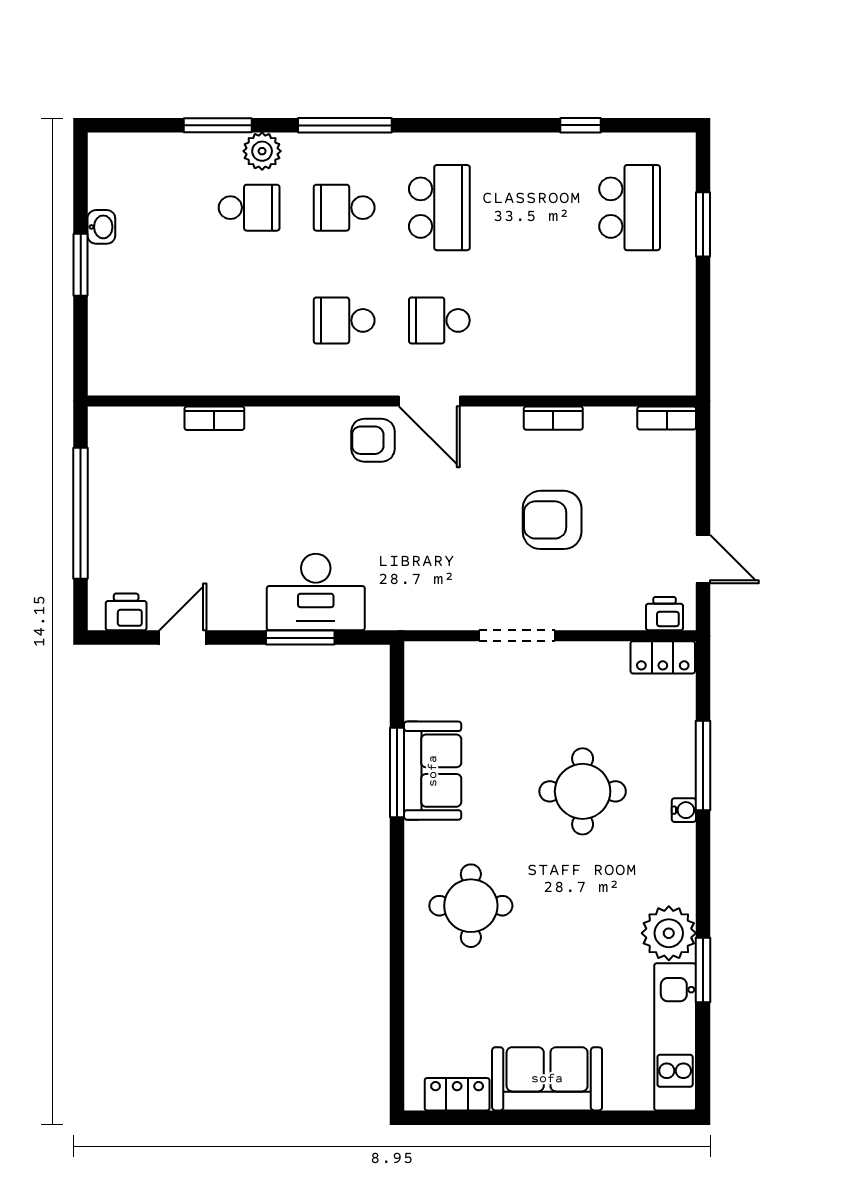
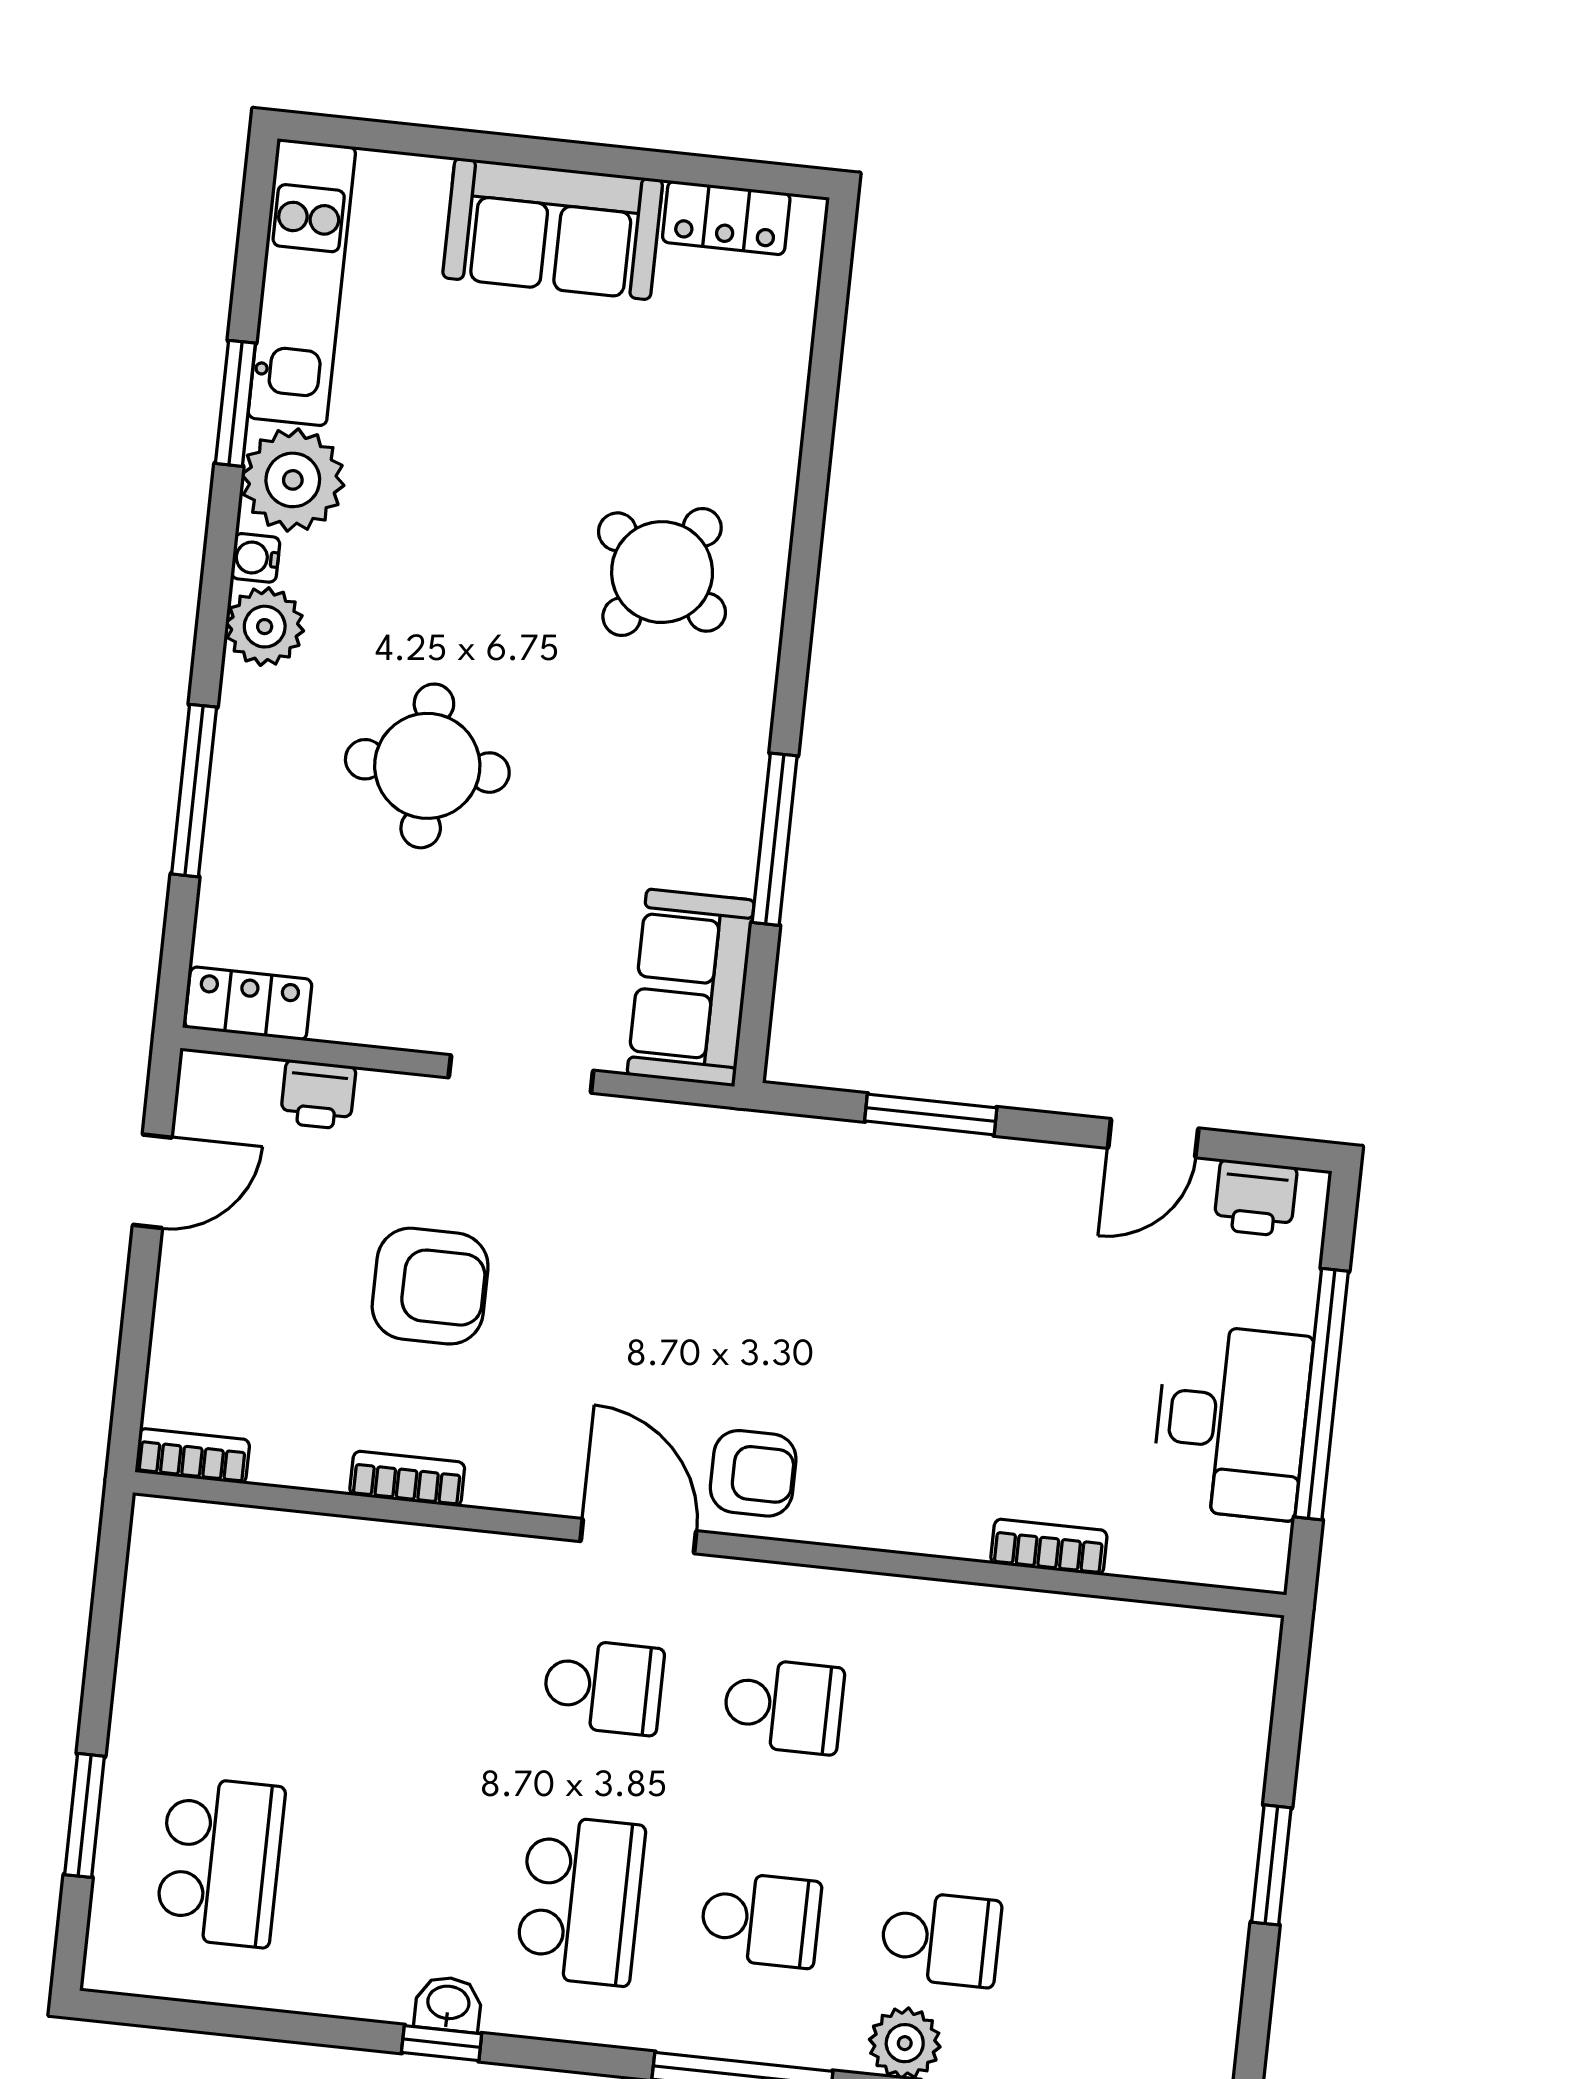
window: (580, 125) -> (442, 2043), moved
school desk: (249, 208) -> (941, 1939), turned 180
school desk: (439, 208) -> (580, 1900), turned 180
school desk: (630, 208) -> (220, 1862), turned 180
washbasin: (101, 227) -> (448, 2004), moved, turned 90
door: (703, 559) -> (152, 1181), swing flipped
desk: (316, 592) -> (1232, 1422), moved, turned 90
printer: (665, 614) -> (318, 1095), moved
sofa: (433, 771) -> (691, 988), moved
water cooler: (684, 810) -> (255, 558), moved
plant: (675, 855) -> (265, 627), added
round table: (471, 906) -> (662, 572), turned 36

